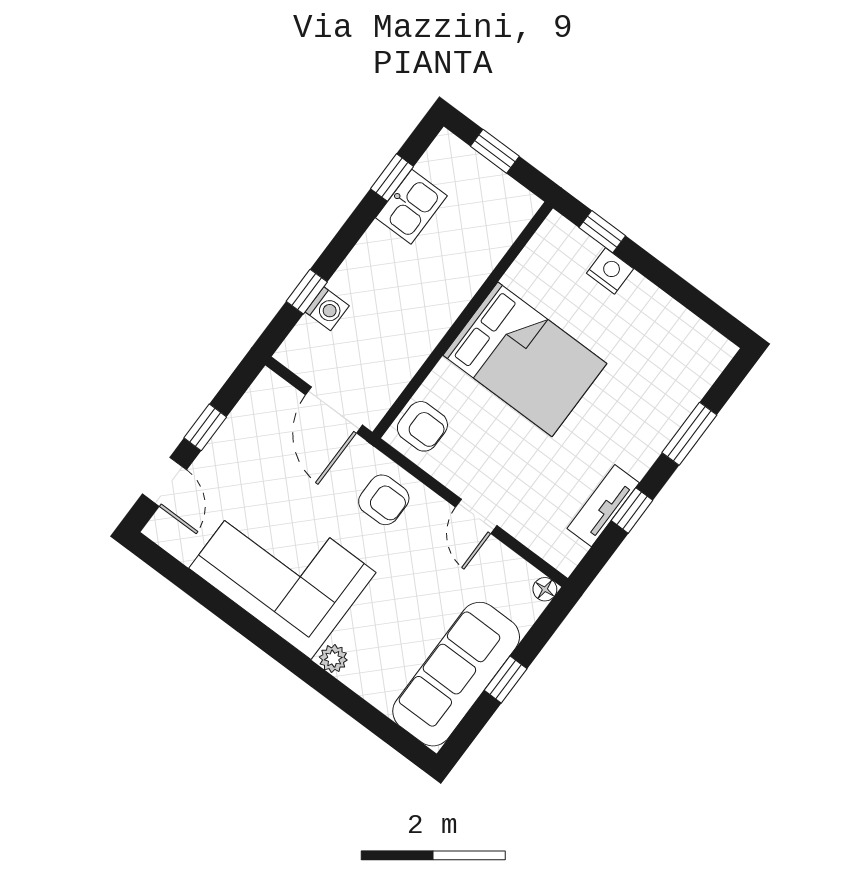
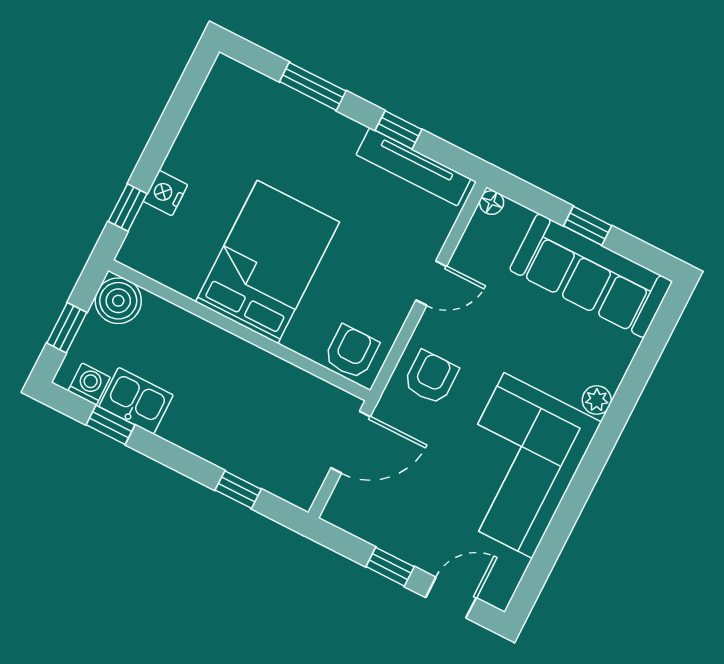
boiler: (512, 206) -> (118, 301), added
washing machine: (327, 309) -> (89, 384), moved
tv unit: (603, 506) -> (413, 167), width x1.41

